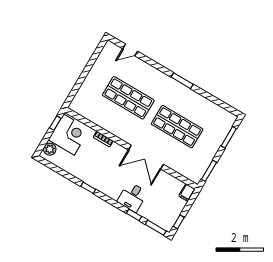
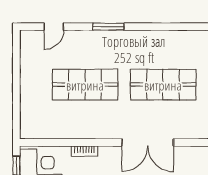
window: (182, 81) -> (109, 27), moved

